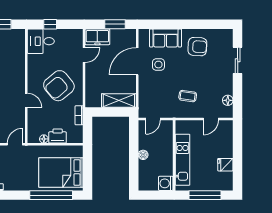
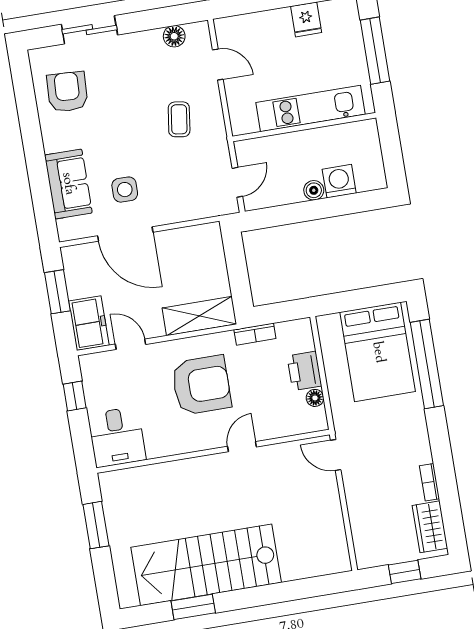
window: (50, 24) -> (75, 396), moved
armchair: (197, 47) -> (67, 92), moved
armchair: (59, 86) -> (201, 385), turned -50
shelving: (119, 101) -> (199, 316), moved, turned 90
door: (153, 119) -> (237, 182), hinge flipped
washing machine: (166, 183) -> (339, 181), moved, turned 180

